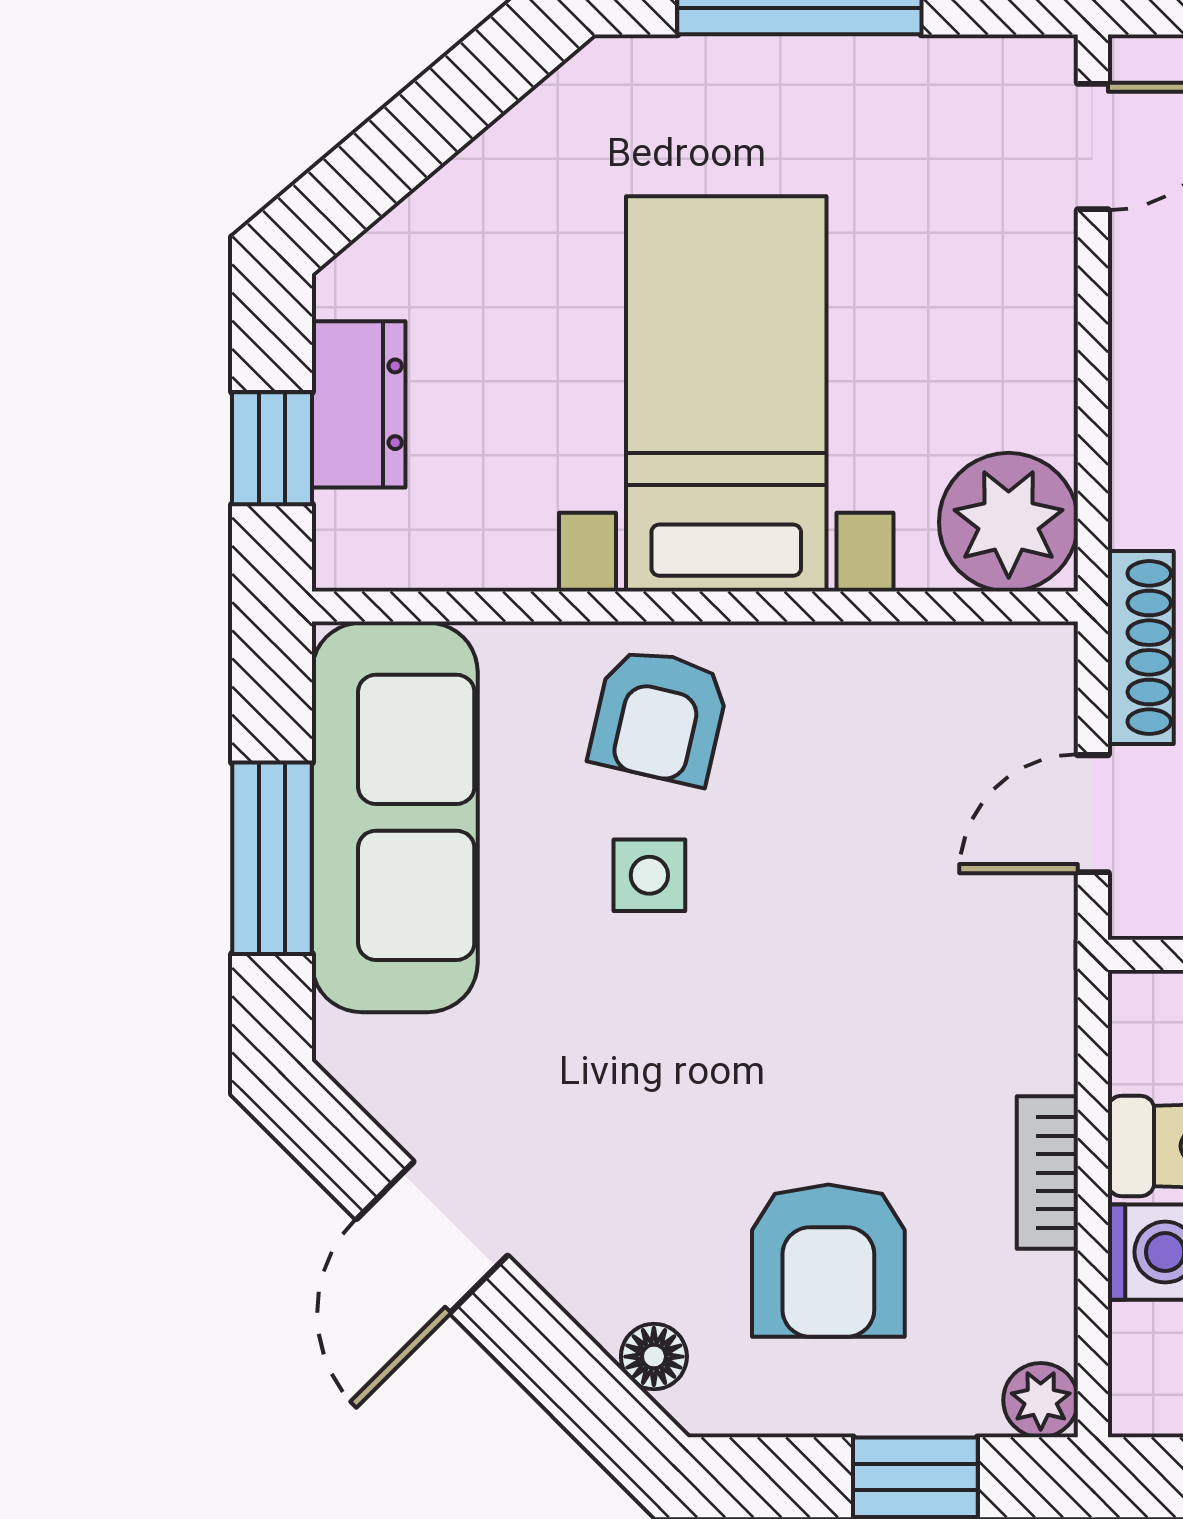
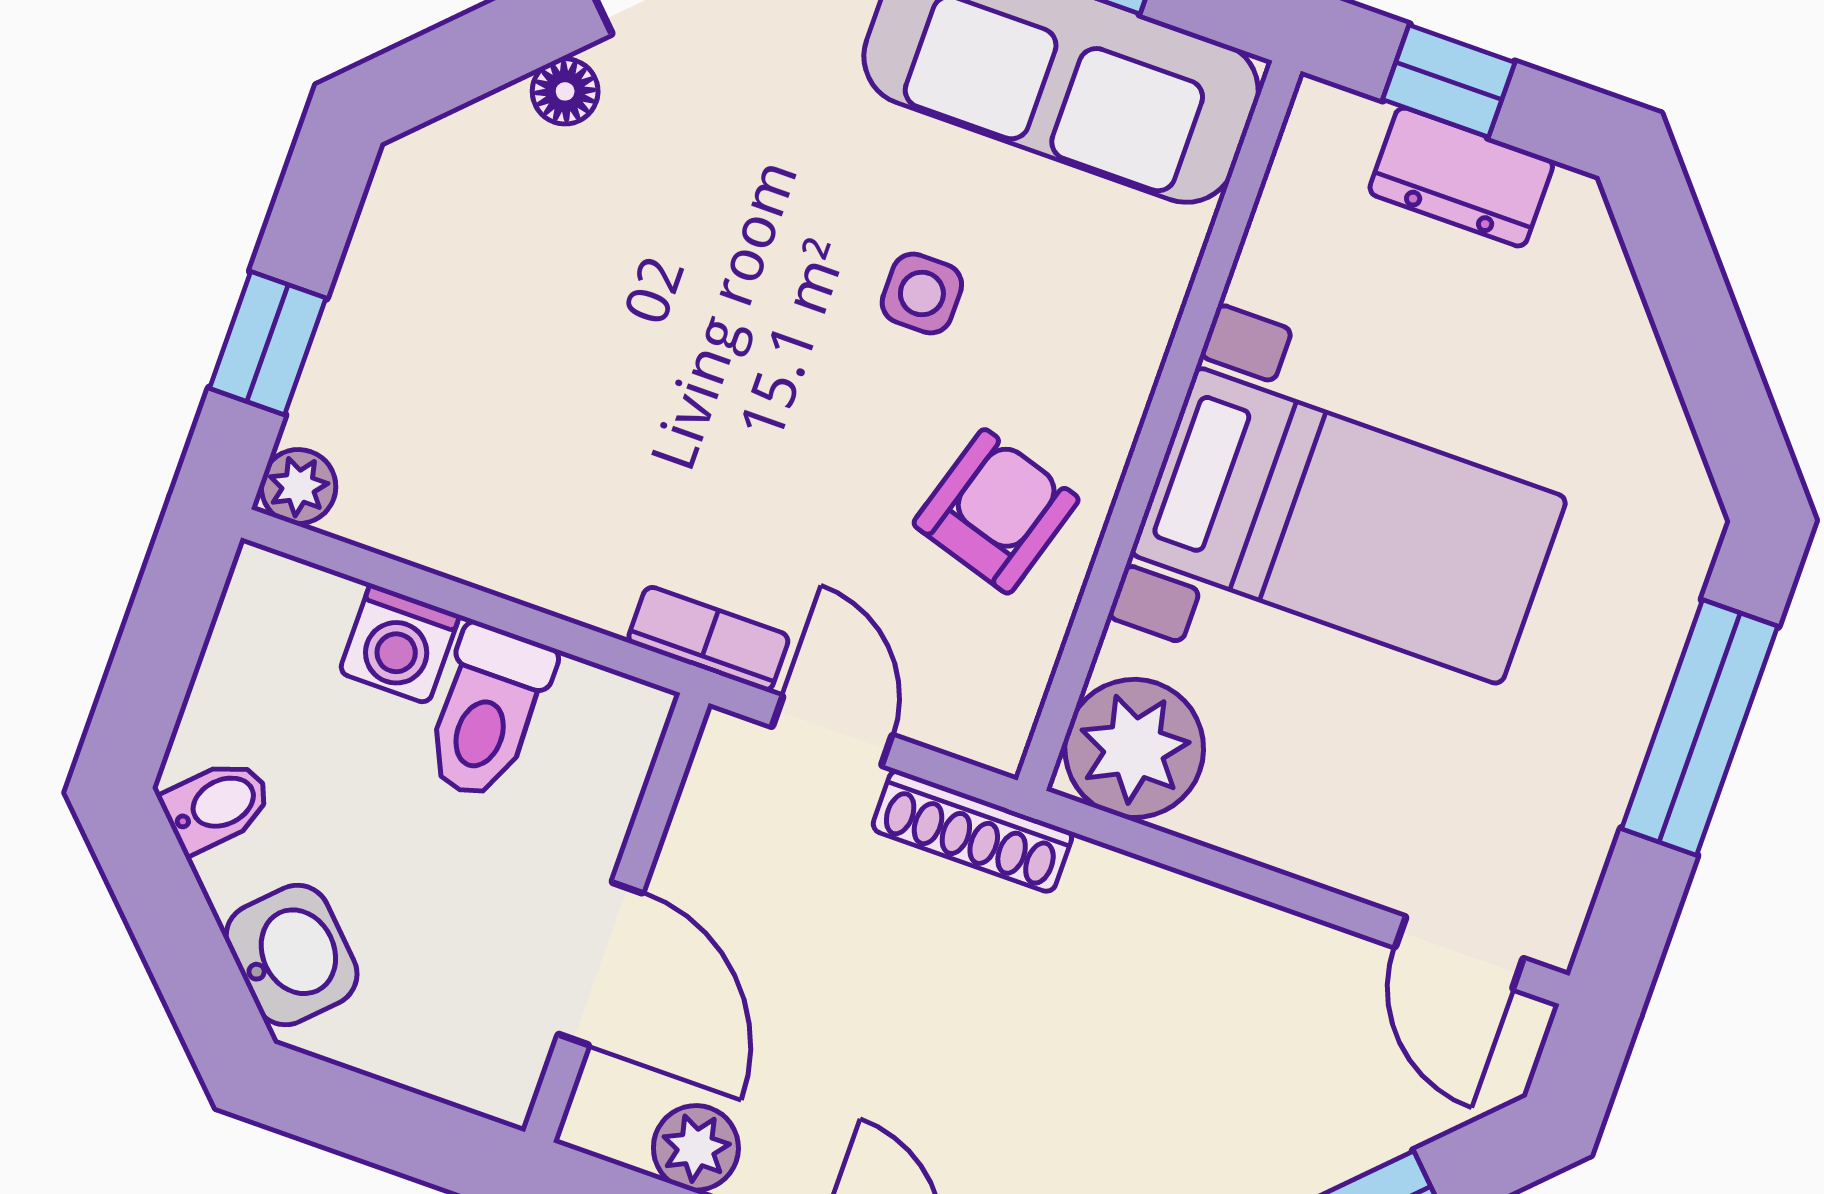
armchair: (659, 716) -> (996, 511), moved, turned 94
bookcase: (1047, 1173) -> (708, 639), moved
armchair: (828, 1261) -> (500, 333), removed
floor lamp: (654, 1357) -> (565, 91), moved

